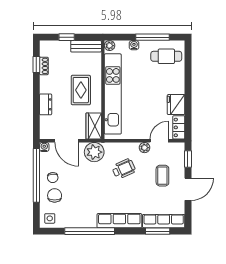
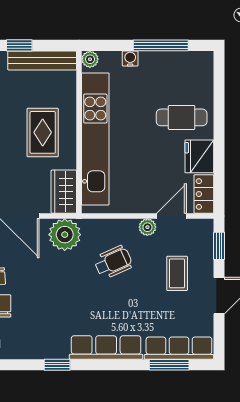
bench: (86, 46) -> (42, 60), width x1.36
cafe table: (166, 56) -> (182, 117), moved
window: (90, 231) -> (57, 365), width x0.32

